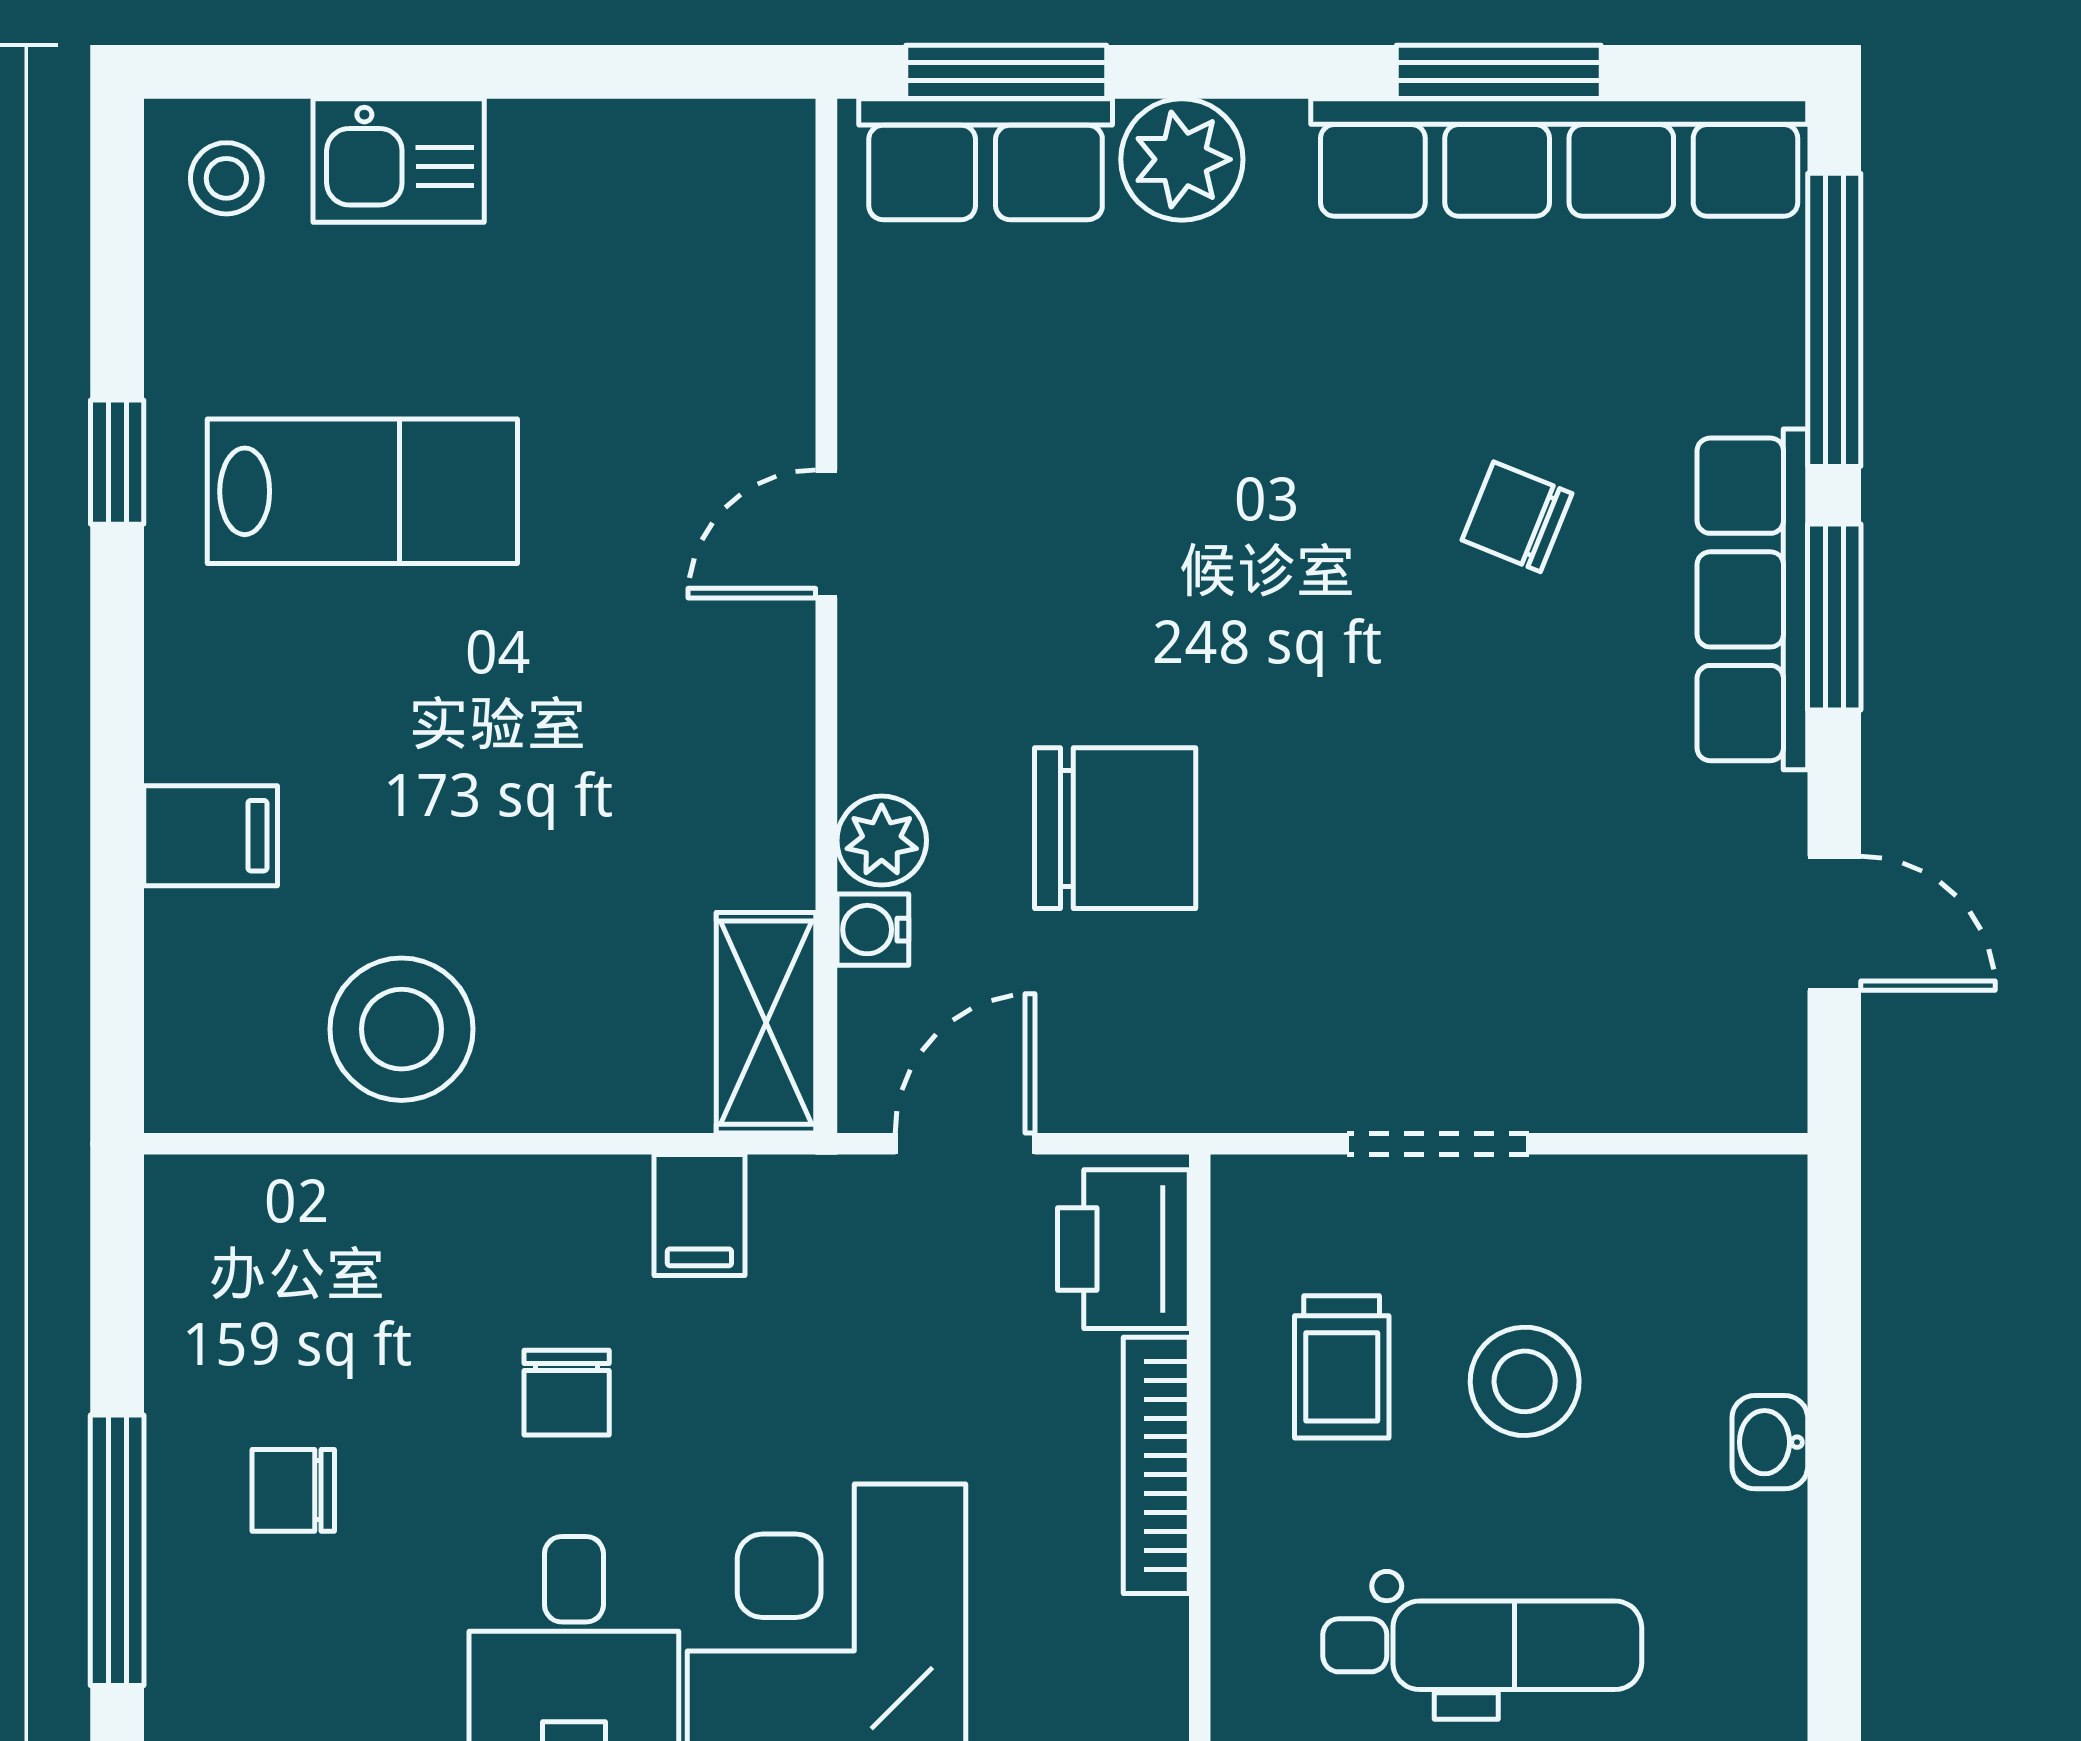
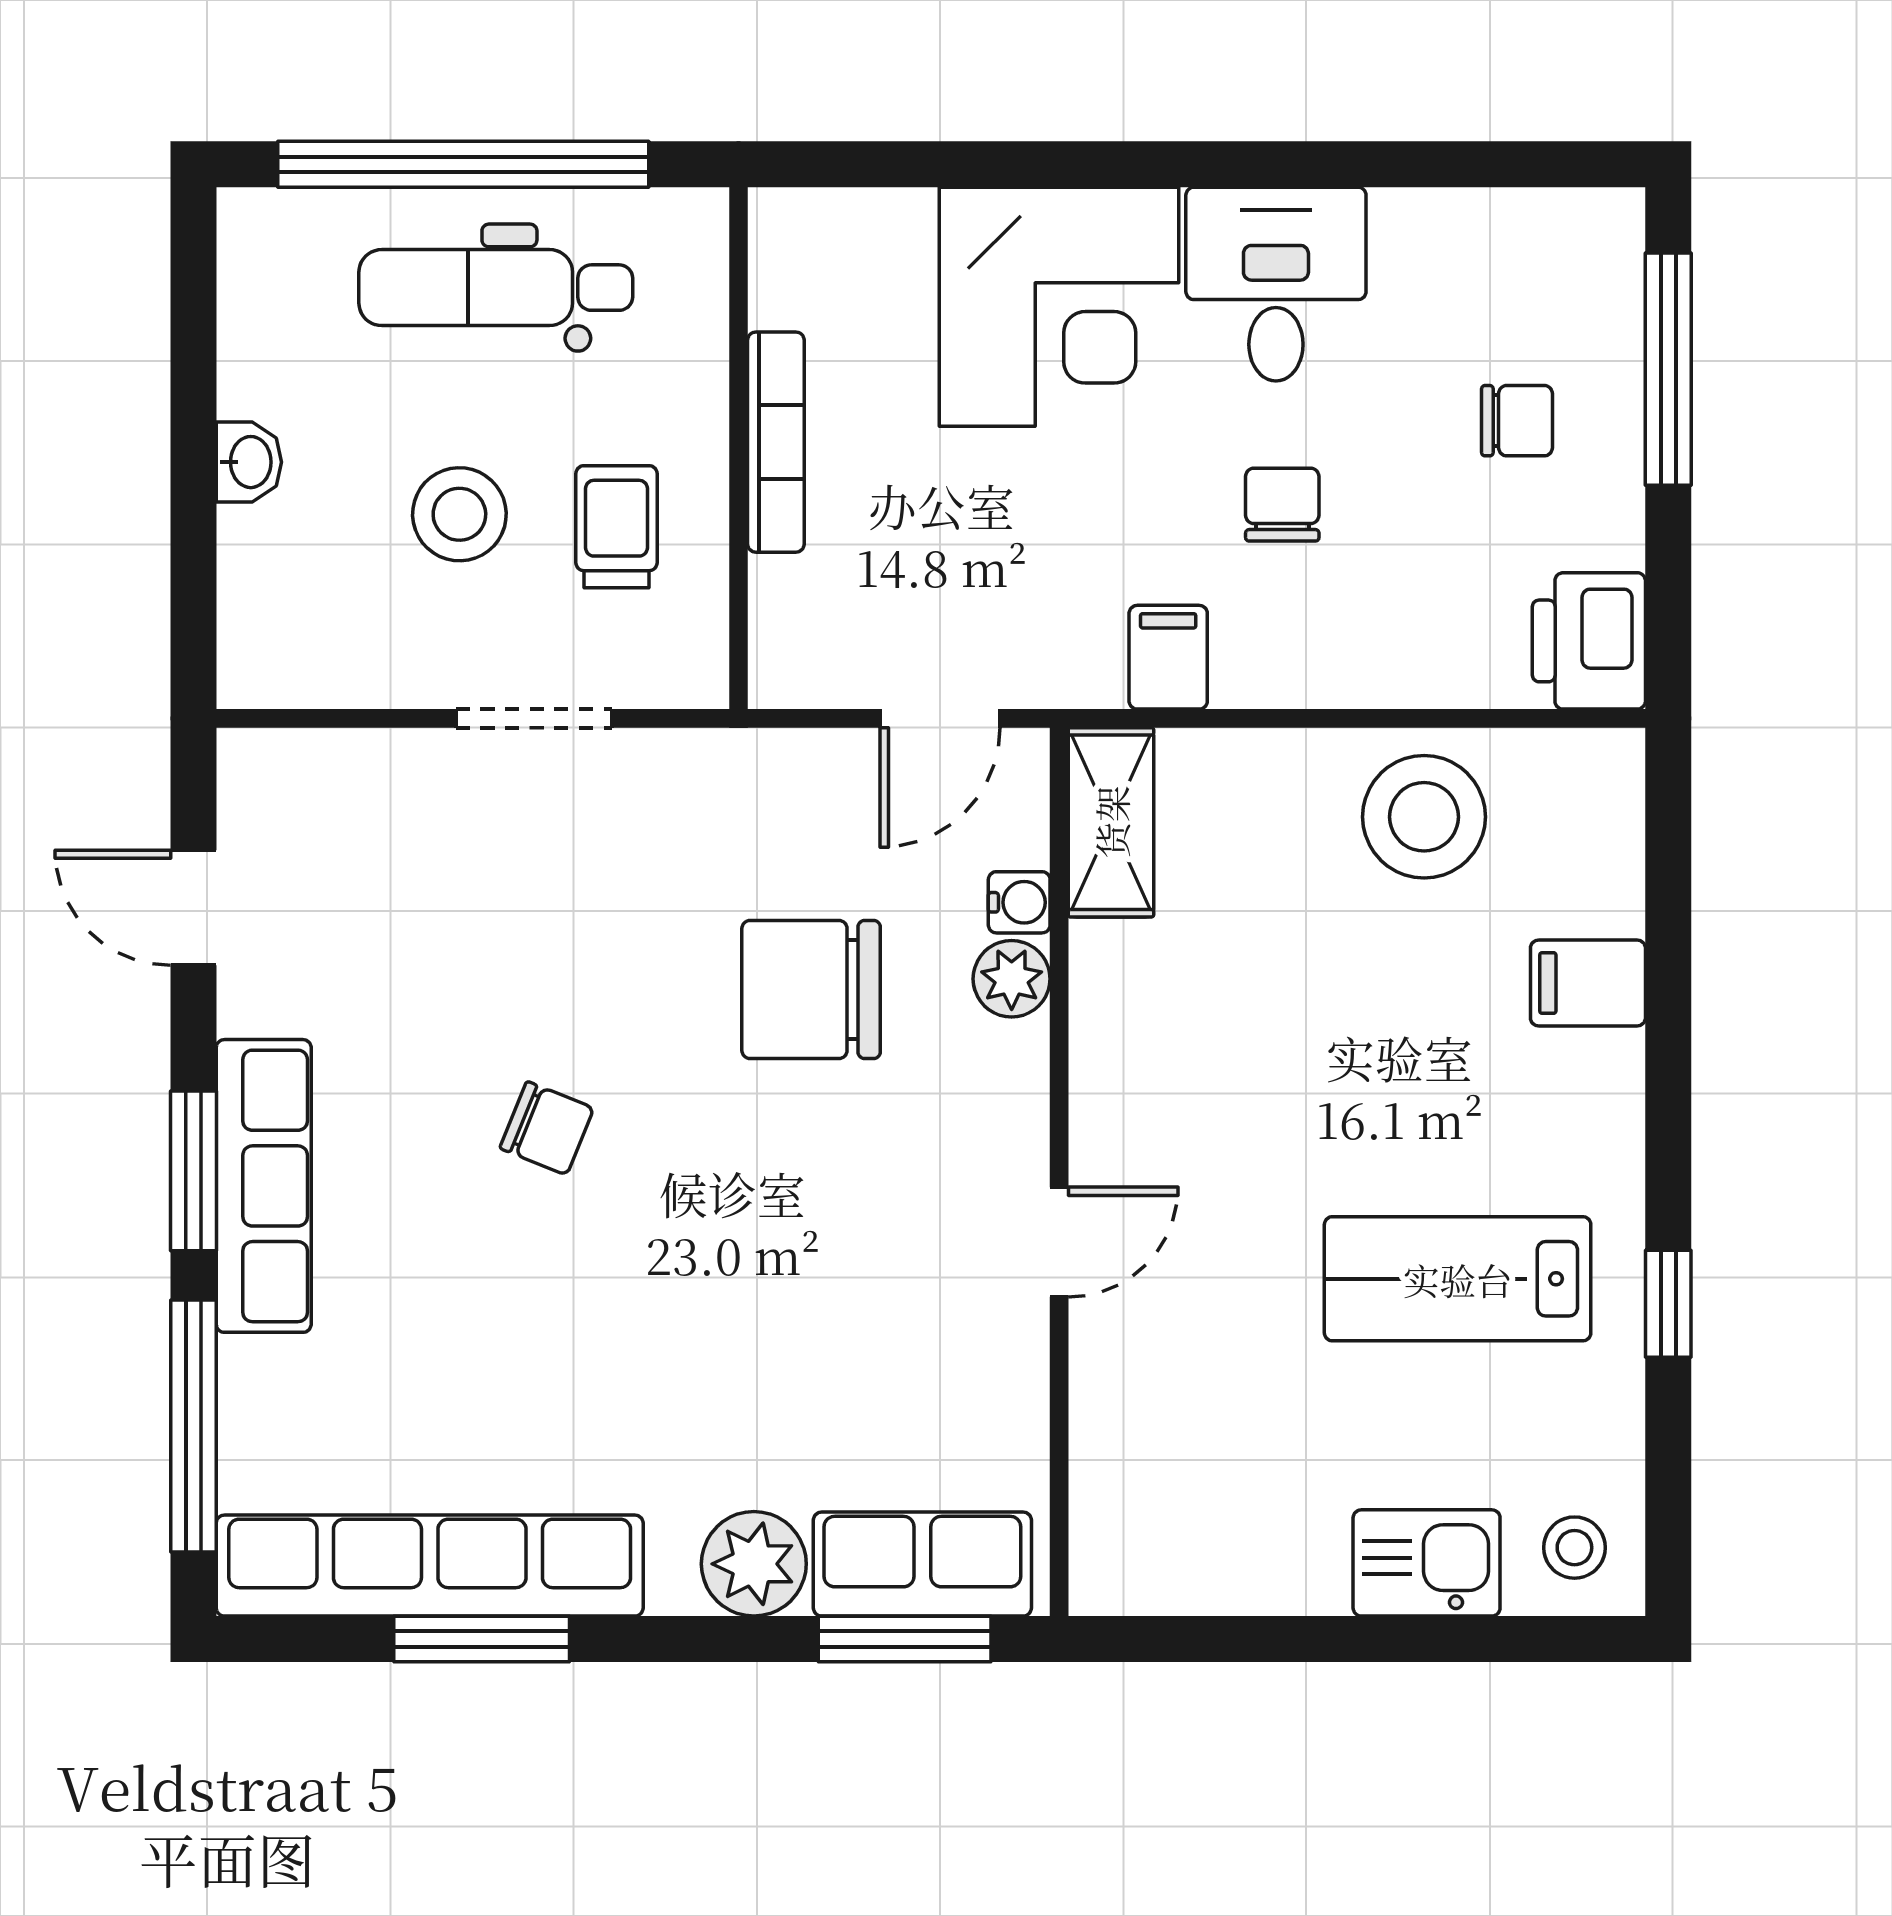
chair: (1517, 517) -> (547, 1128), moved
printer: (1123, 1249) -> (1589, 641), moved, turned 180

